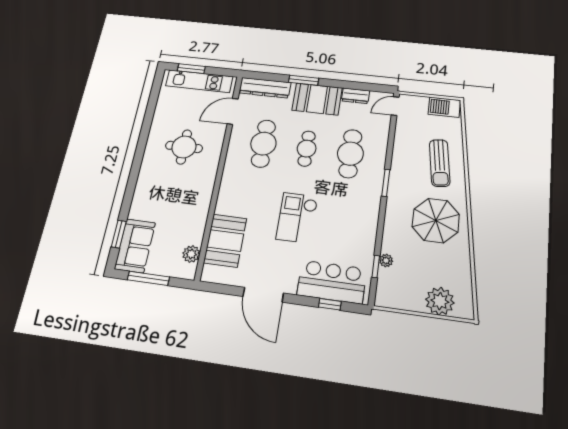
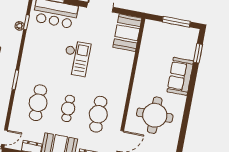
round table: (184, 147) -> (155, 115), width x1.36, depth x1.36
booth: (225, 241) -> (127, 33), moved
sofa: (135, 246) -> (180, 76), moved
plant: (191, 254) -> (148, 37), removed

